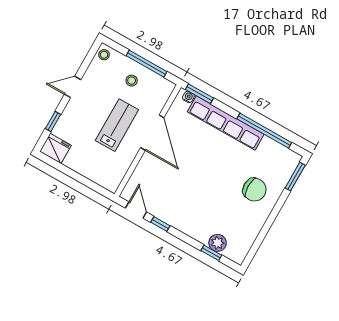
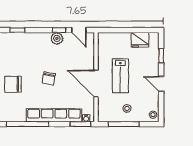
door: (73, 87) -> (161, 84), swing flipped
fridge: (55, 149) -> (140, 40), moved
chair: (207, 172) -> (49, 78), added
plant: (218, 243) -> (57, 38), moved

